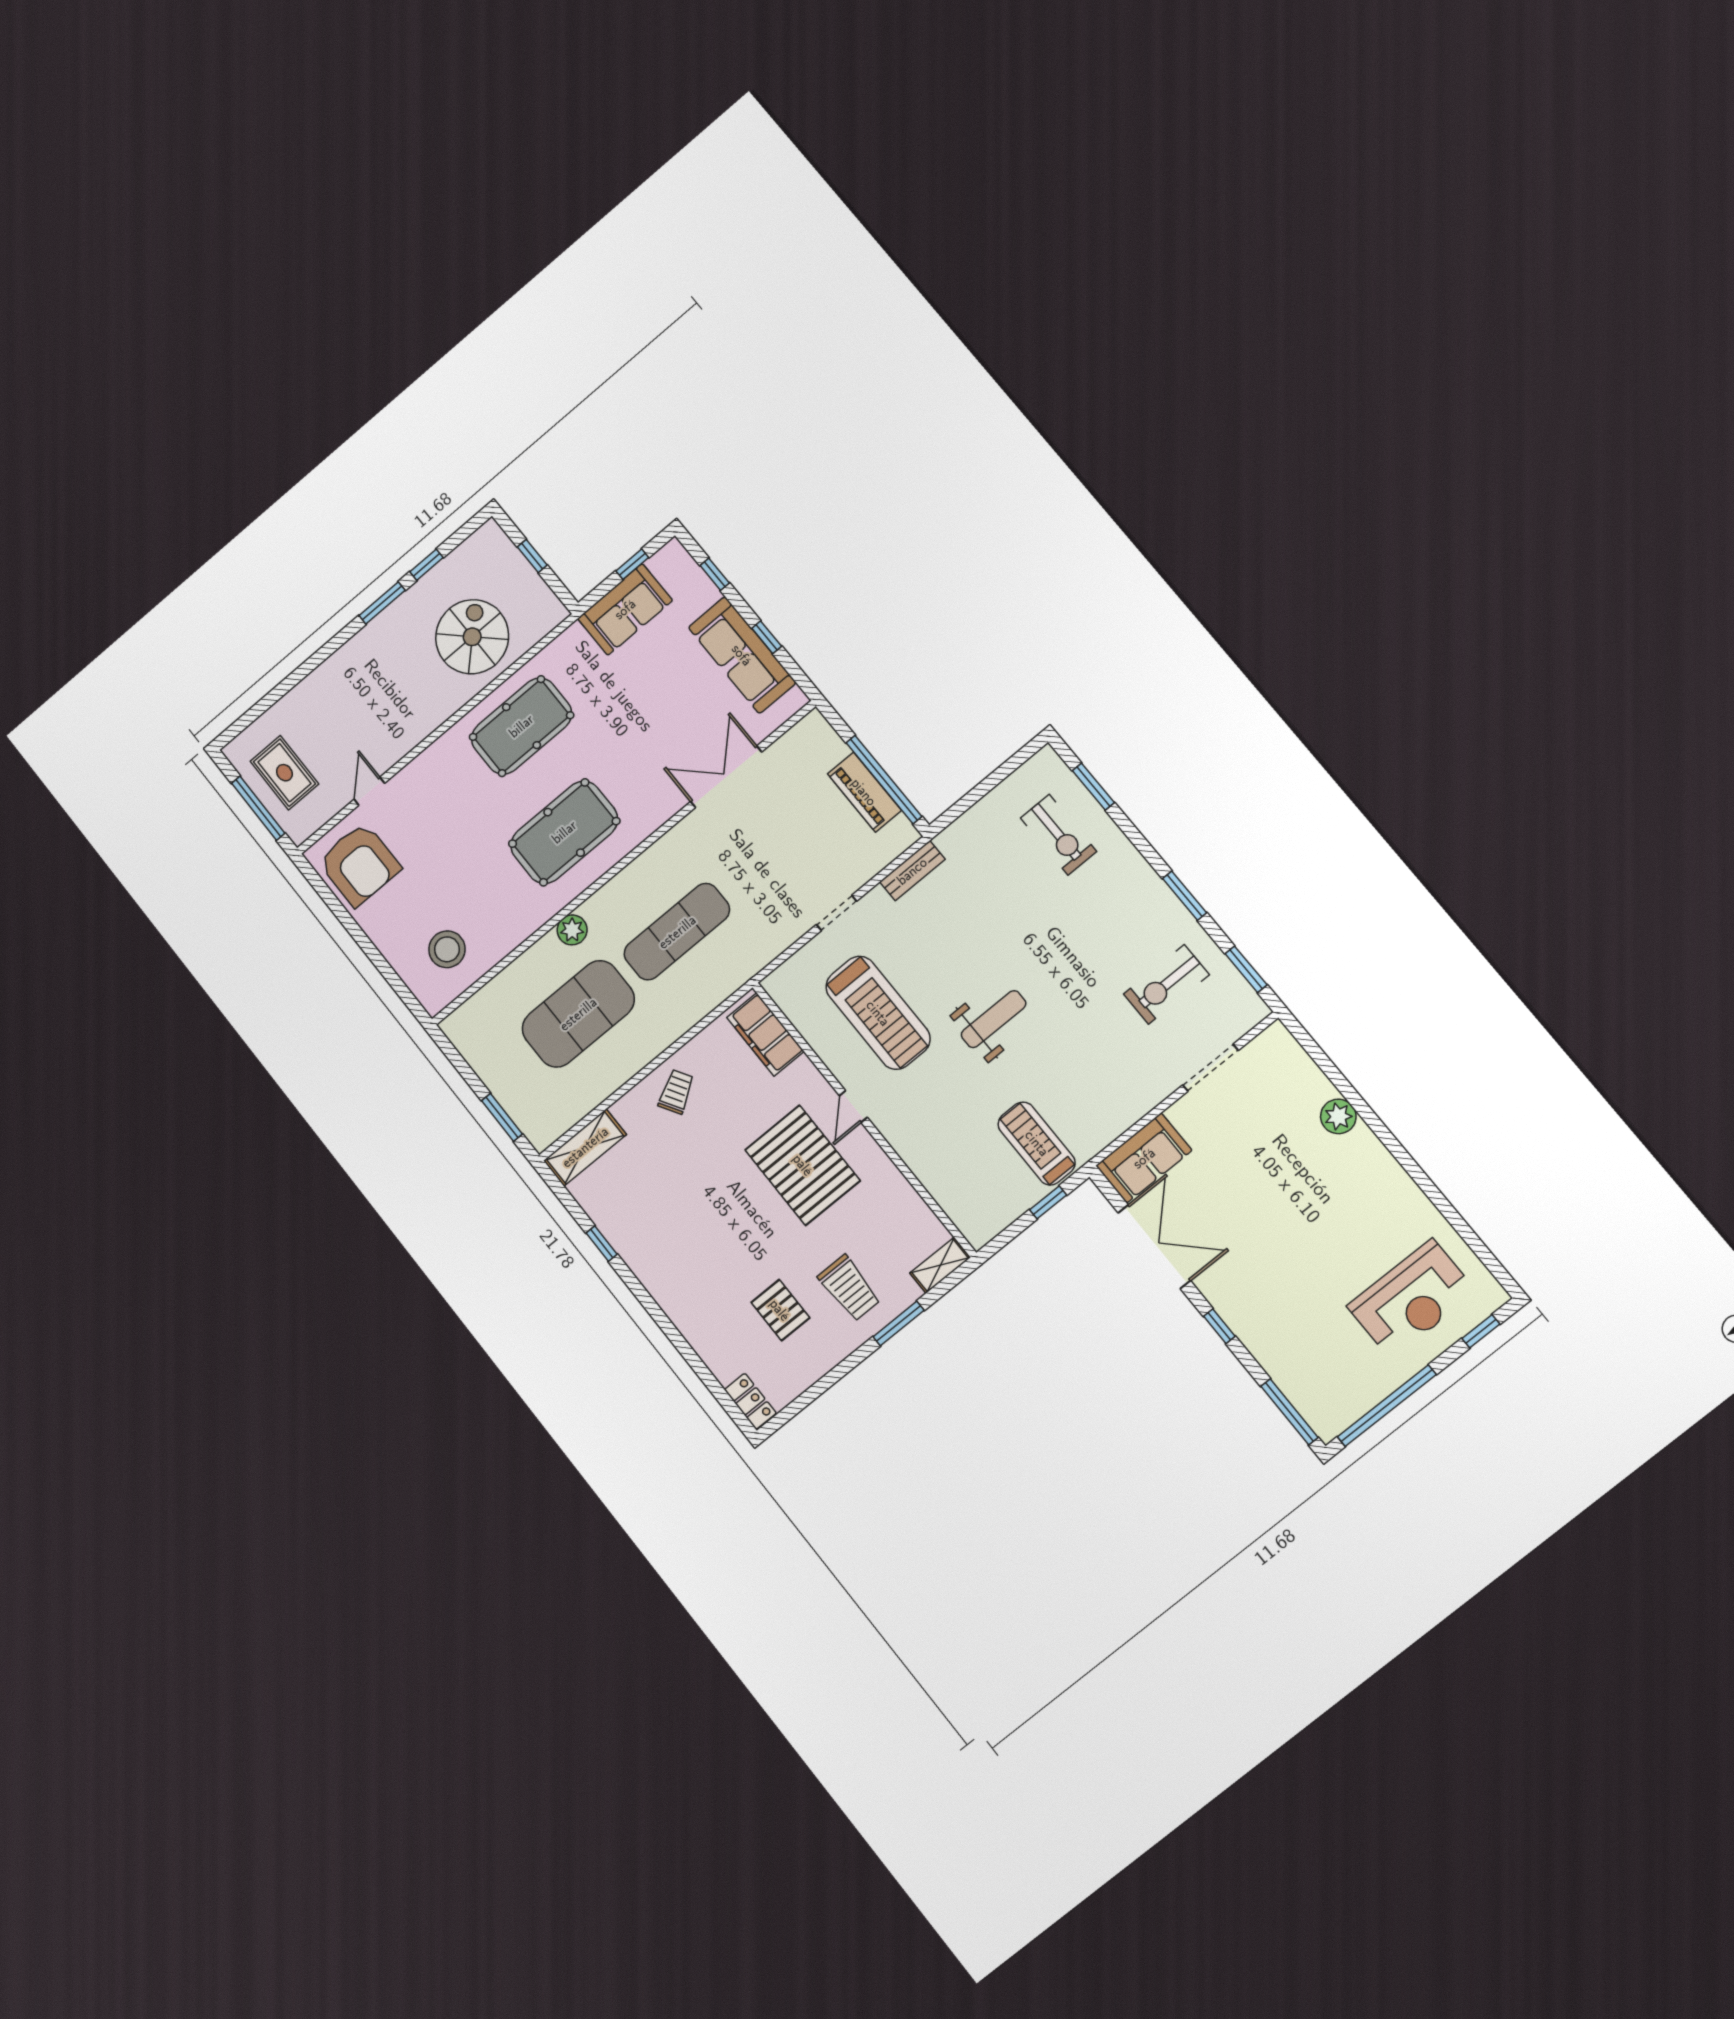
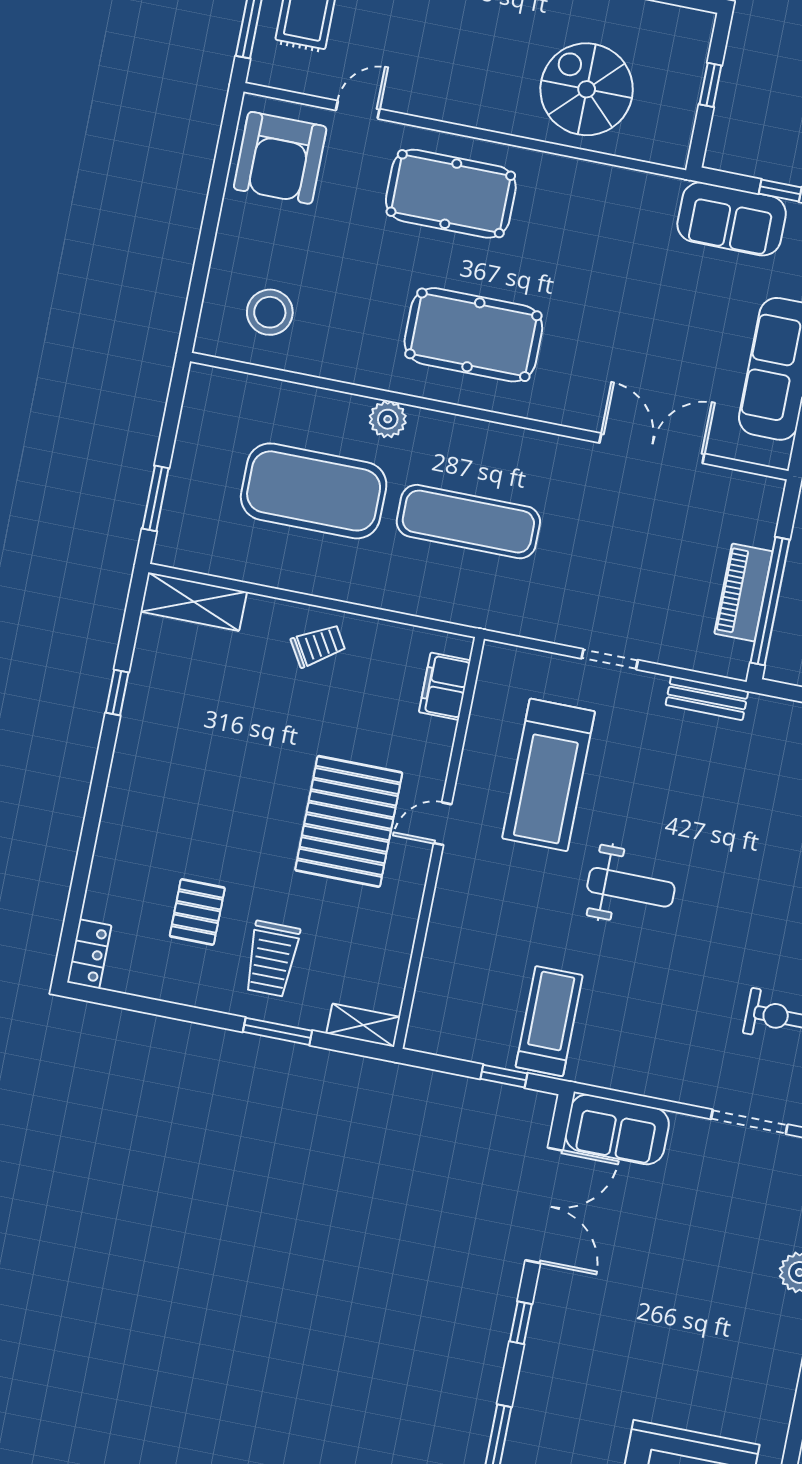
spiral stairs: (472, 637) -> (587, 89), turned -90
pool table: (521, 726) -> (451, 194), moved
filing cabinet: (765, 1034) -> (445, 686), width x0.67, depth x0.86

